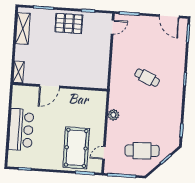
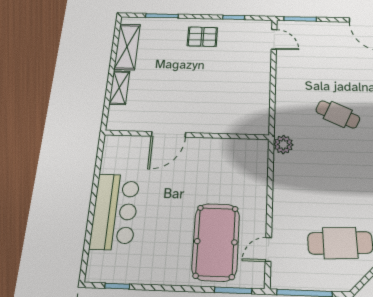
pallet: (69, 23) -> (202, 37), width x0.67, depth x0.71
door: (113, 27) -> (274, 39), hinge flipped
shelving: (19, 72) -> (119, 88), moved
plant: (113, 115) -> (283, 145), moved

